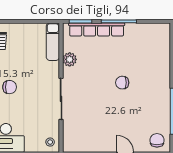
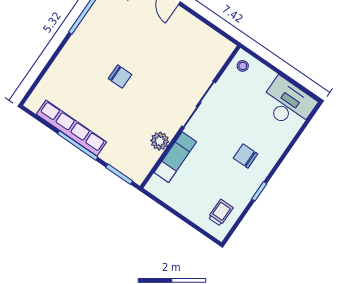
row of seats: (97, 29) -> (71, 128), moved
exam couch: (53, 42) -> (175, 157), moved

